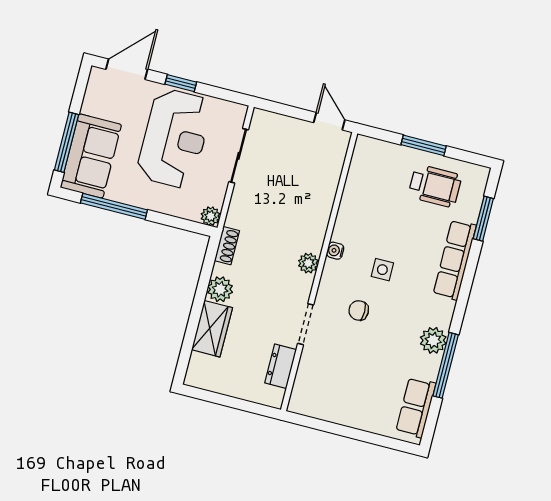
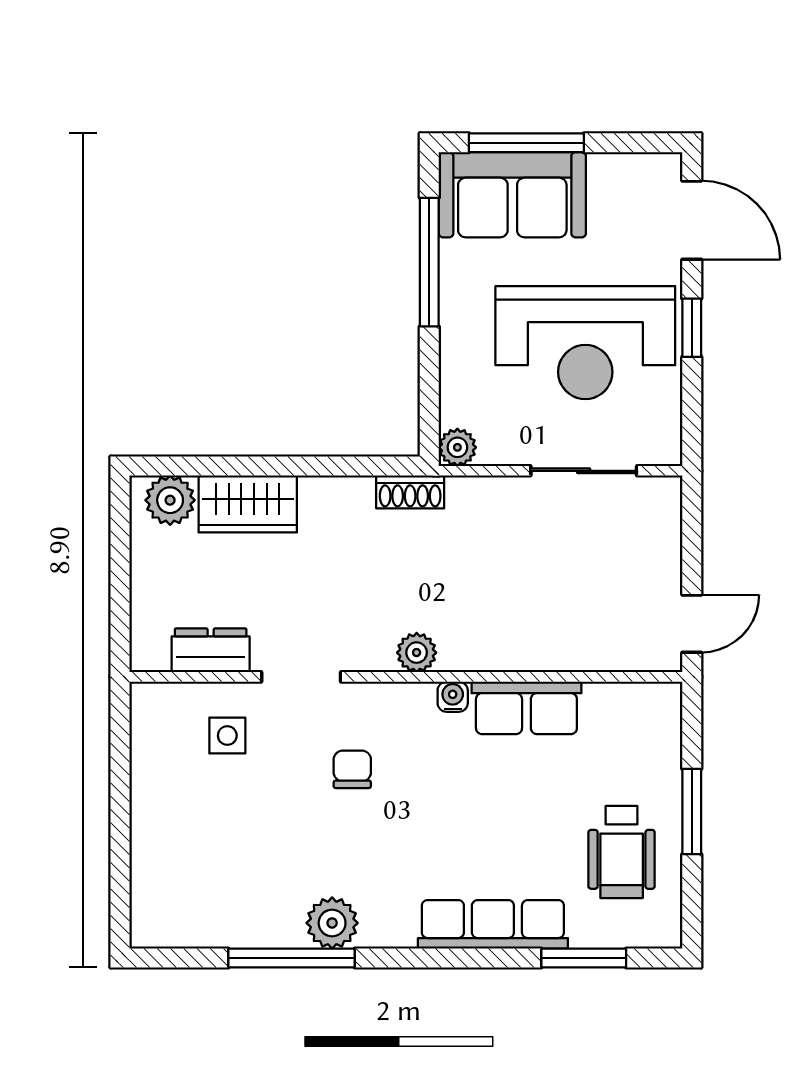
side table: (382, 270) -> (227, 736), moved
plant: (220, 289) -> (170, 500), moved
row of seats: (416, 407) -> (526, 708), moved, turned 180

